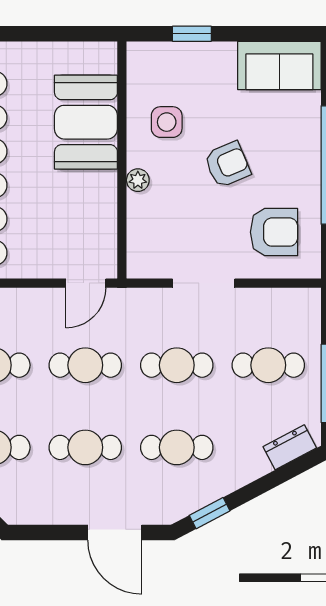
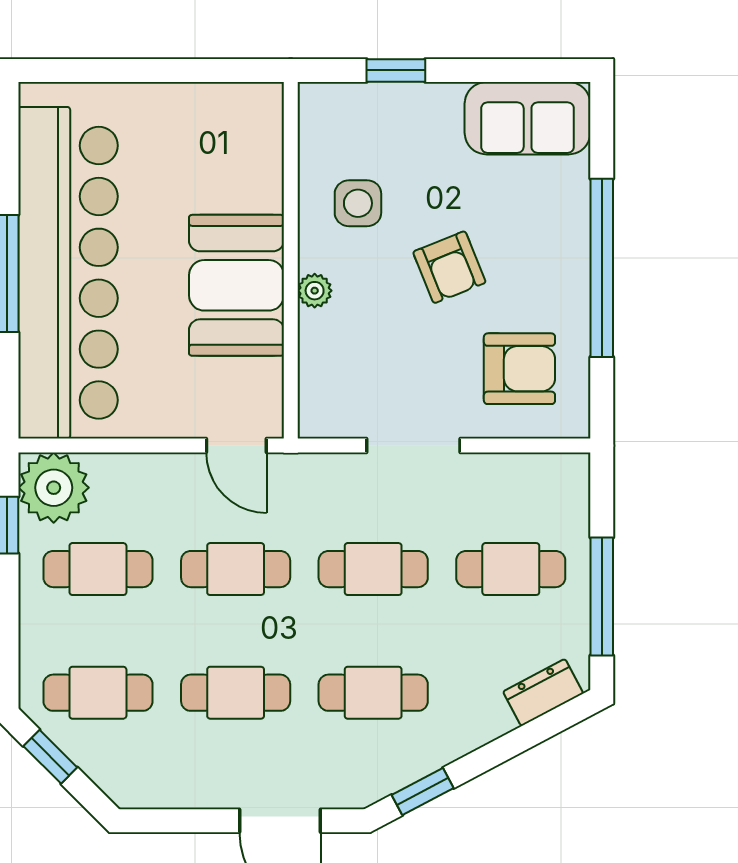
booth: (86, 122) -> (236, 285), moved
armchair: (227, 165) -> (449, 267), turned 91
door: (86, 283) -> (236, 446), hinge flipped

